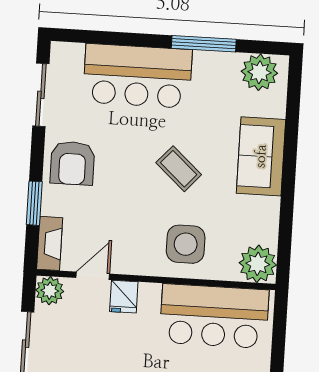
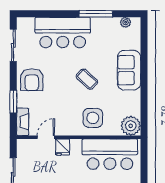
plant: (259, 72) -> (126, 22), width x0.53, depth x0.53
plant: (50, 291) -> (24, 146), removed

